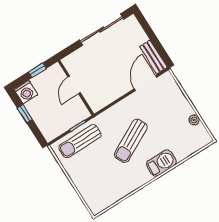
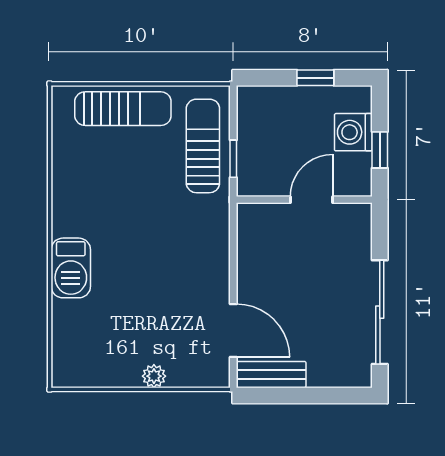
door: (74, 85) -> (312, 200), hinge flipped
washing machine: (26, 92) -> (353, 132), moved
plant: (194, 120) -> (154, 376), moved
sun lounger: (131, 141) -> (123, 109), moved, turned 118

